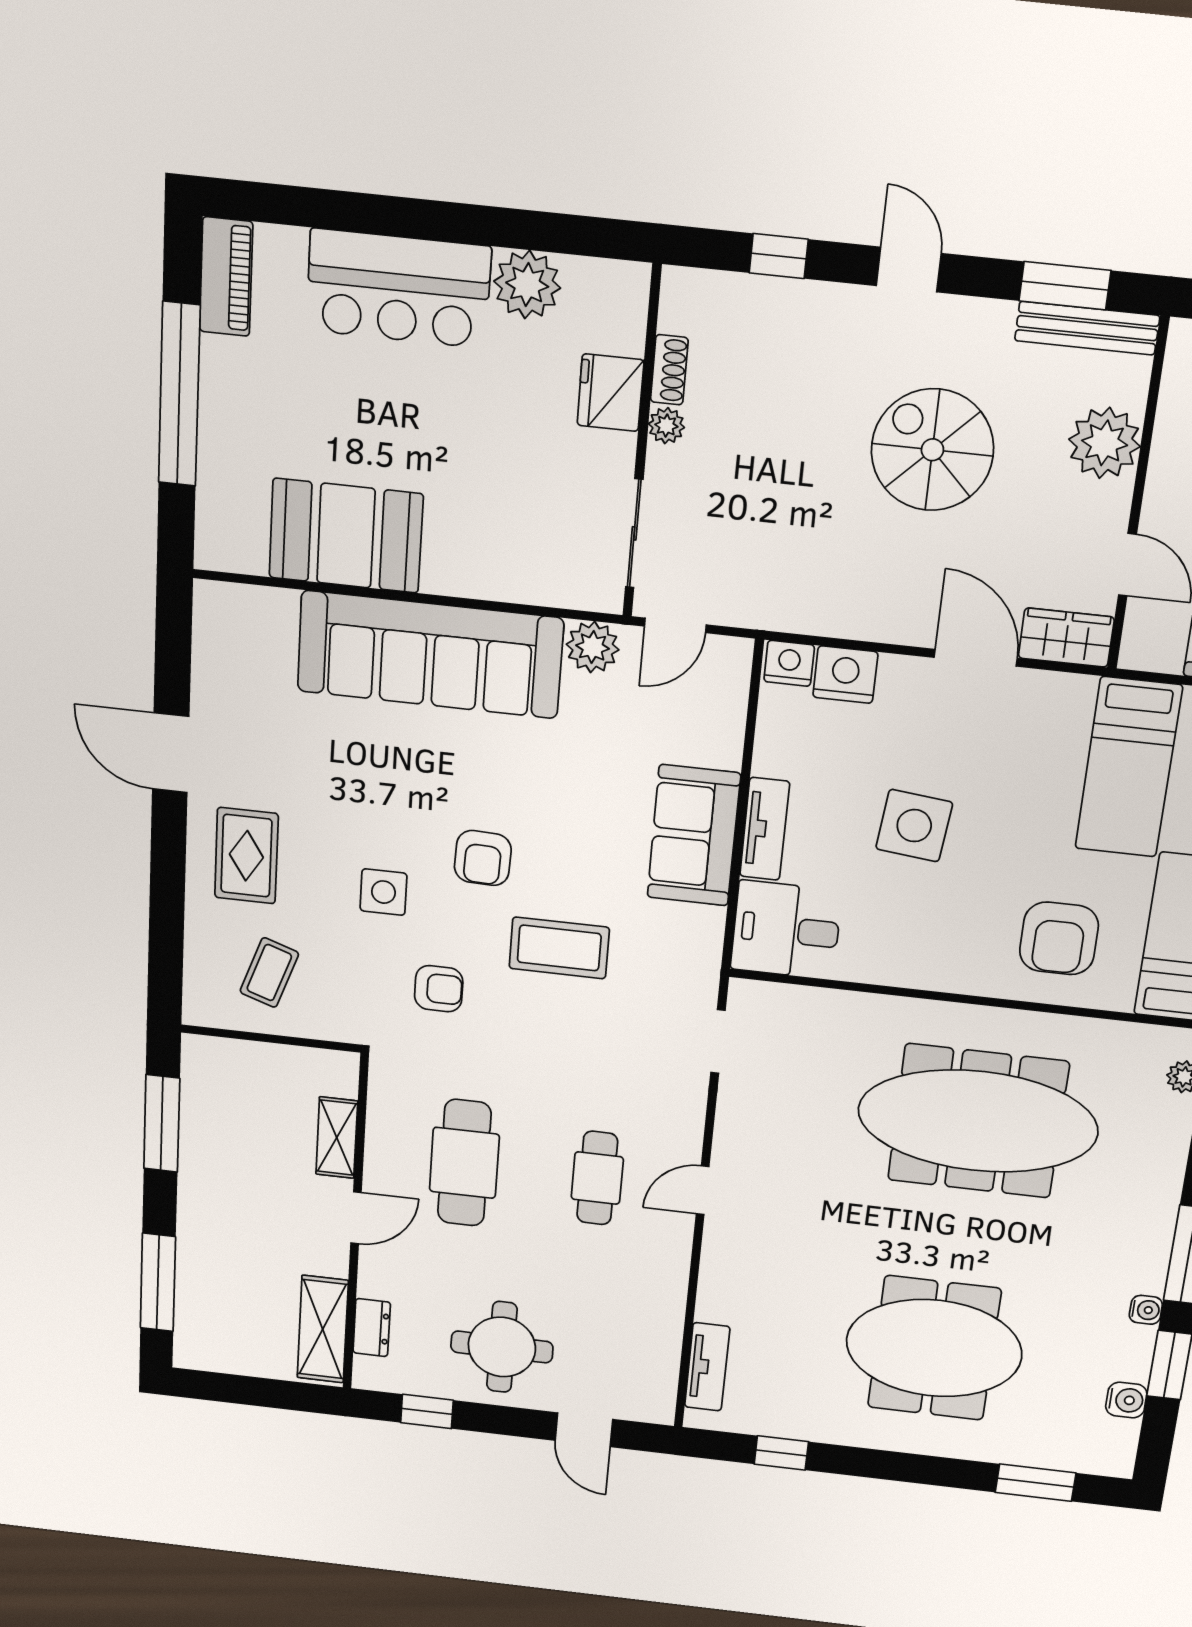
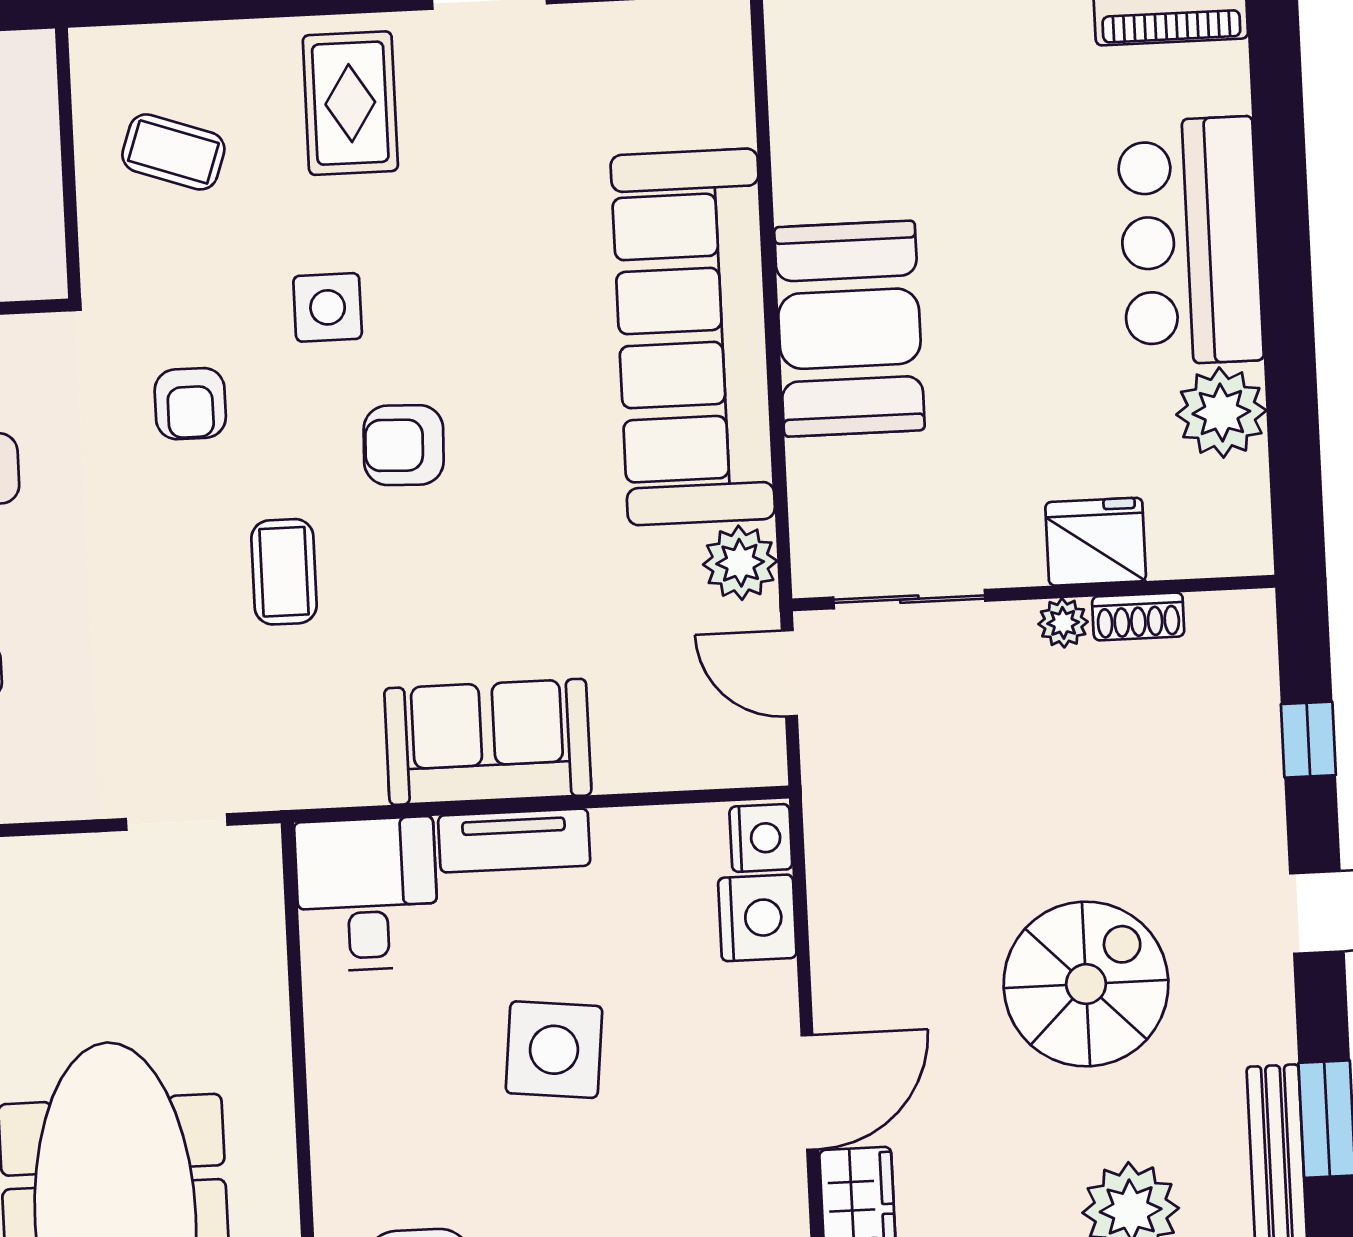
booth: (346, 536) -> (849, 329), moved
rug: (246, 856) -> (350, 103), turned 90
coffee table: (559, 948) -> (284, 572), width x0.73, depth x0.77

